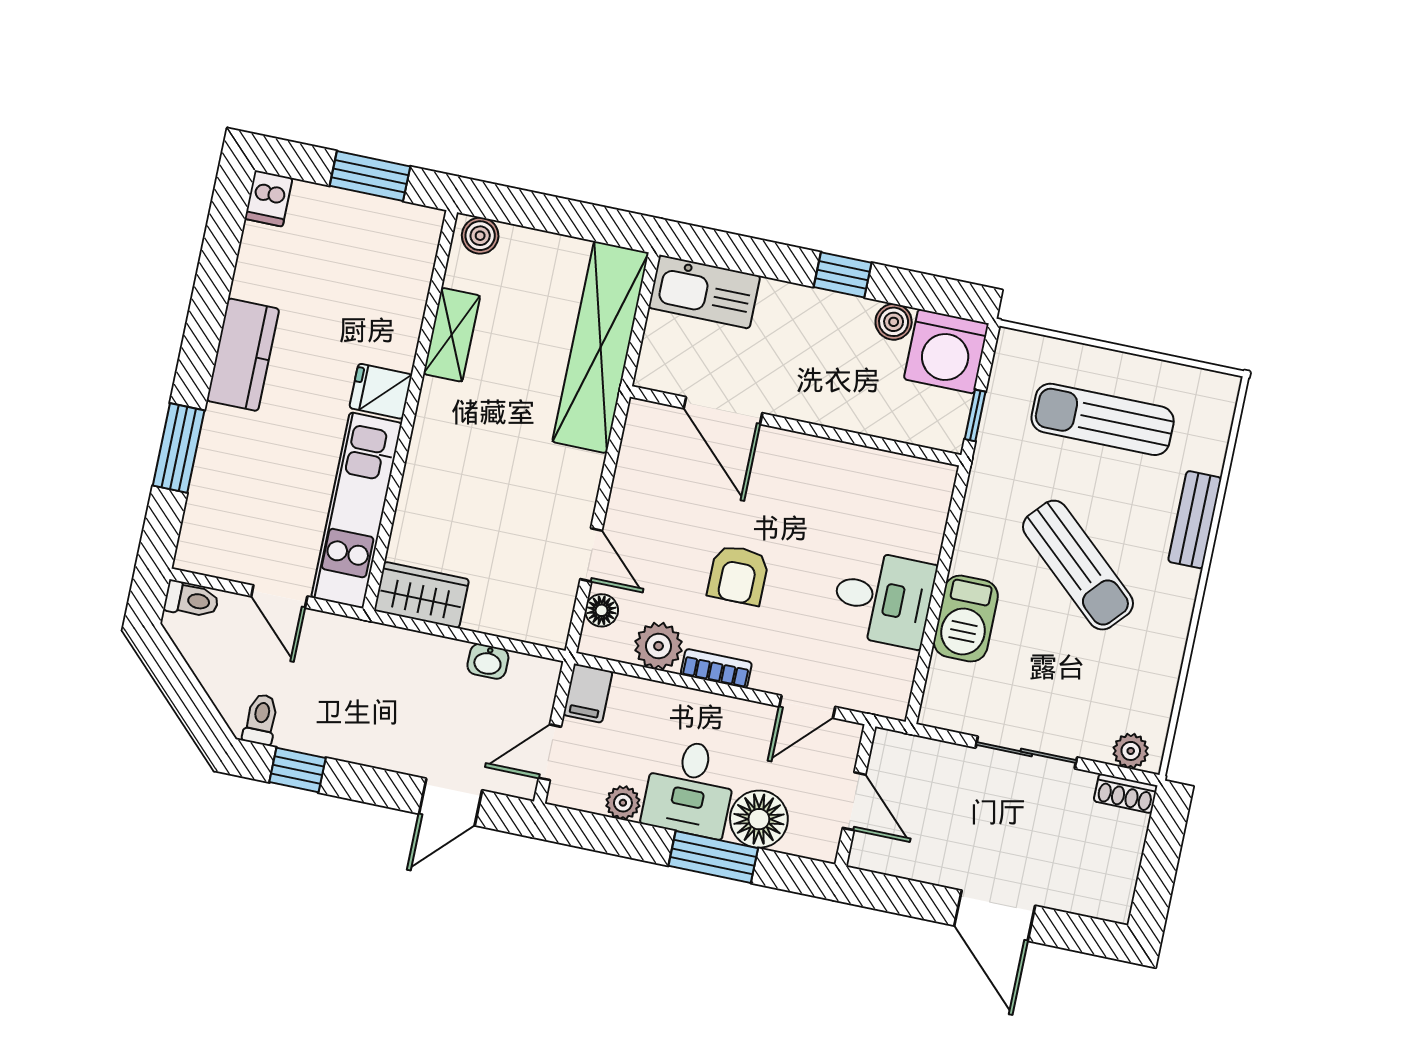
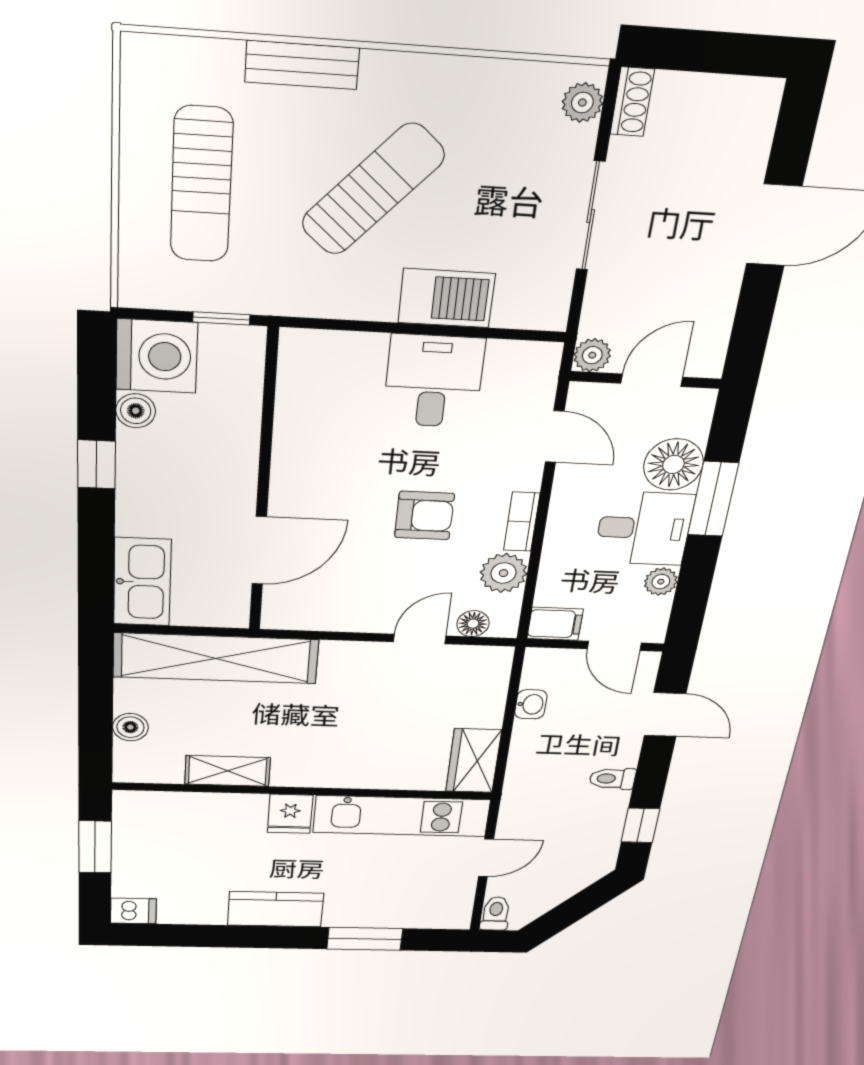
boiler: (480, 236) -> (130, 727), moved
toilet: (261, 719) -> (612, 779), moved
plant: (889, 747) -> (592, 355), added

